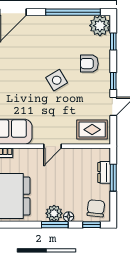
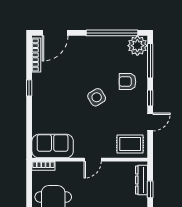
window: (113, 41) -> (150, 61), width x2.17
dresser: (104, 172) -> (142, 180), width x1.44
window: (113, 178) -> (150, 189), width x0.67

